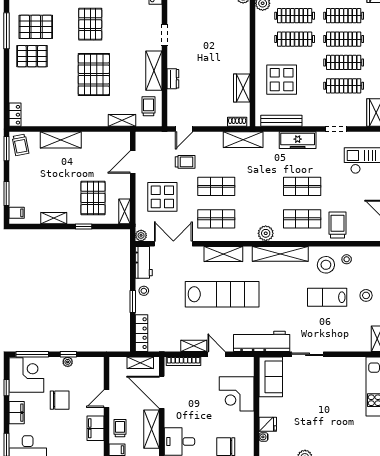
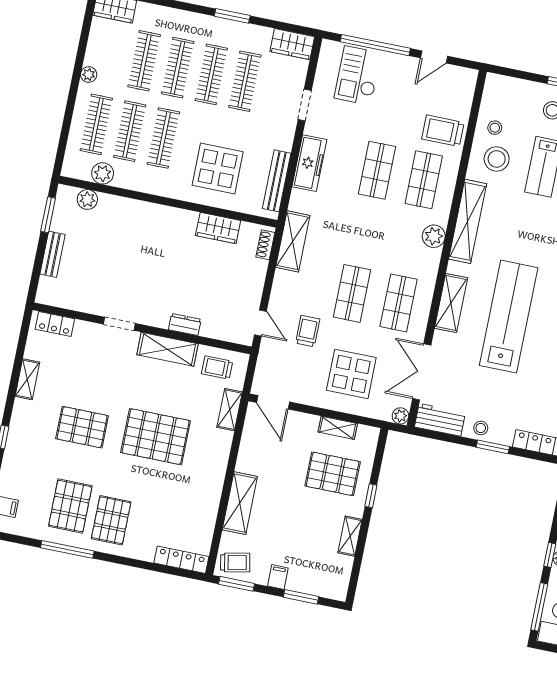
locker: (15, 115) -> (181, 560), width x1.53
door: (133, 162) -> (273, 402), moved
shelving: (125, 211) -> (338, 428), moved
filing cabinet: (17, 213) -> (278, 577), moved

